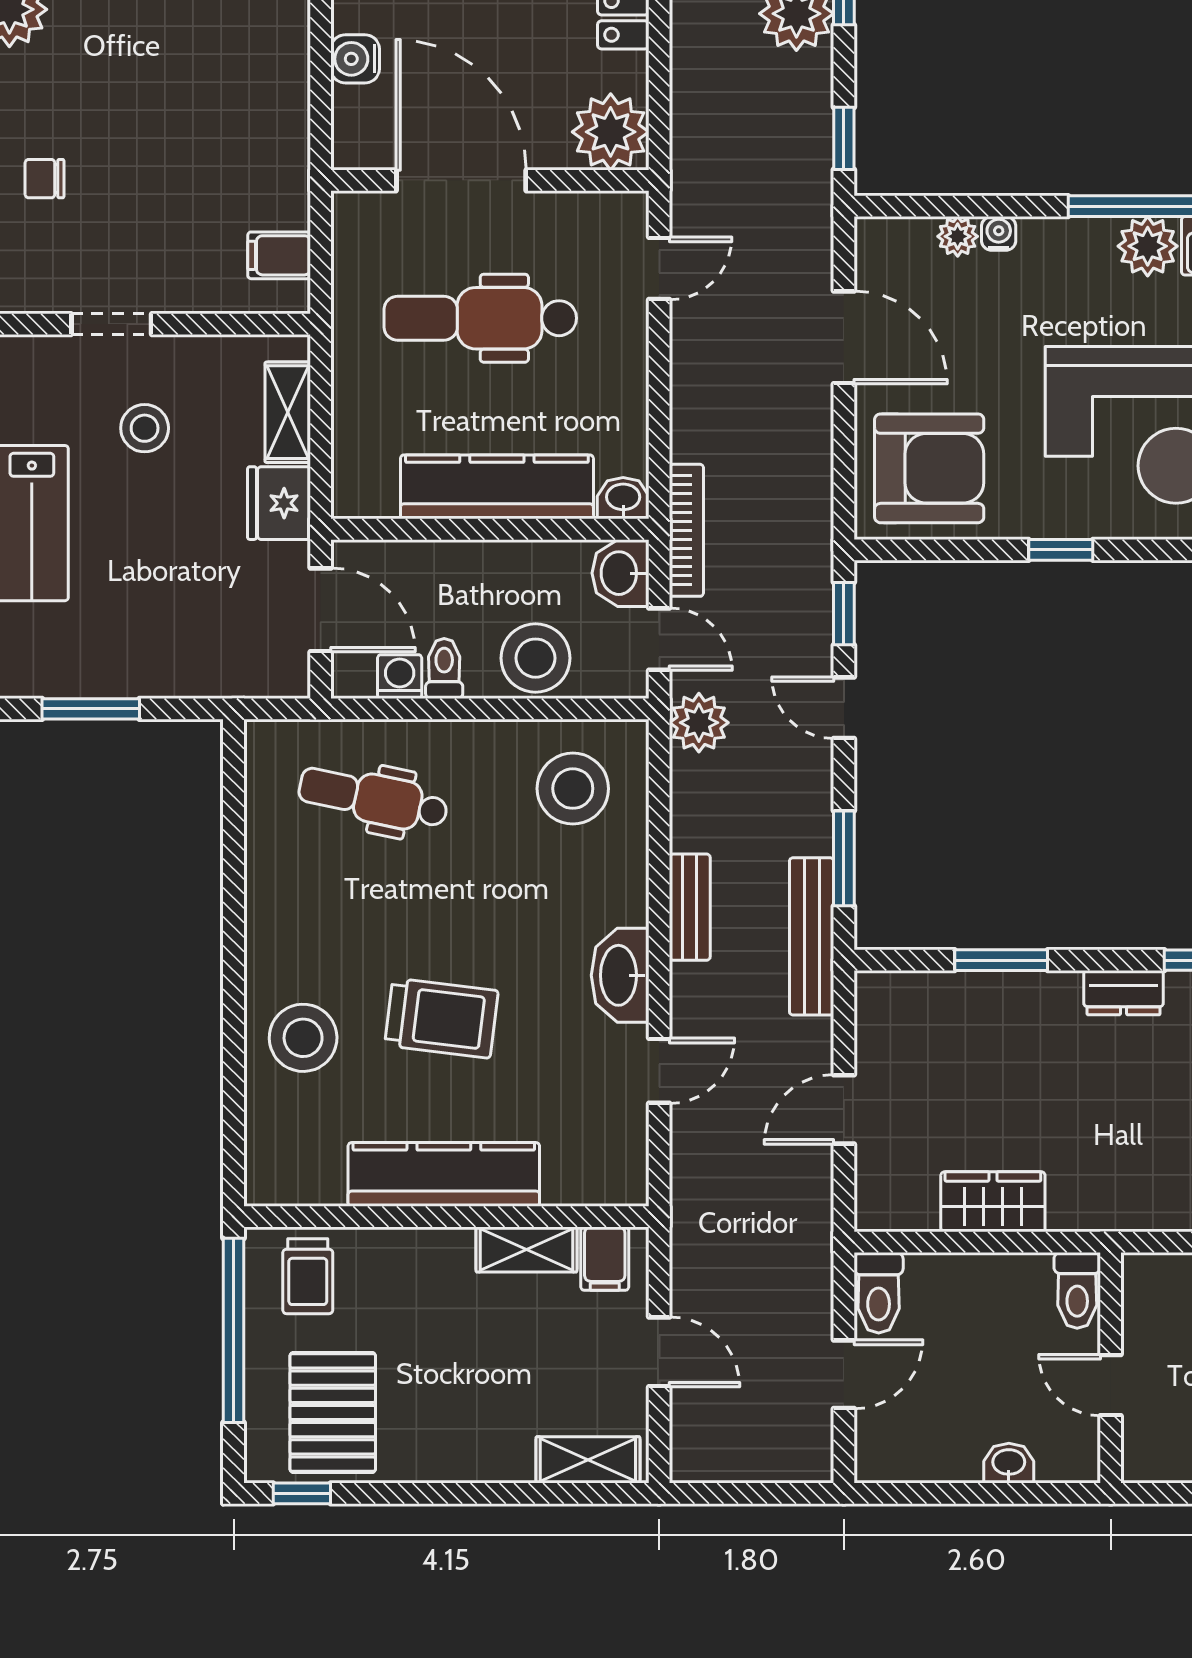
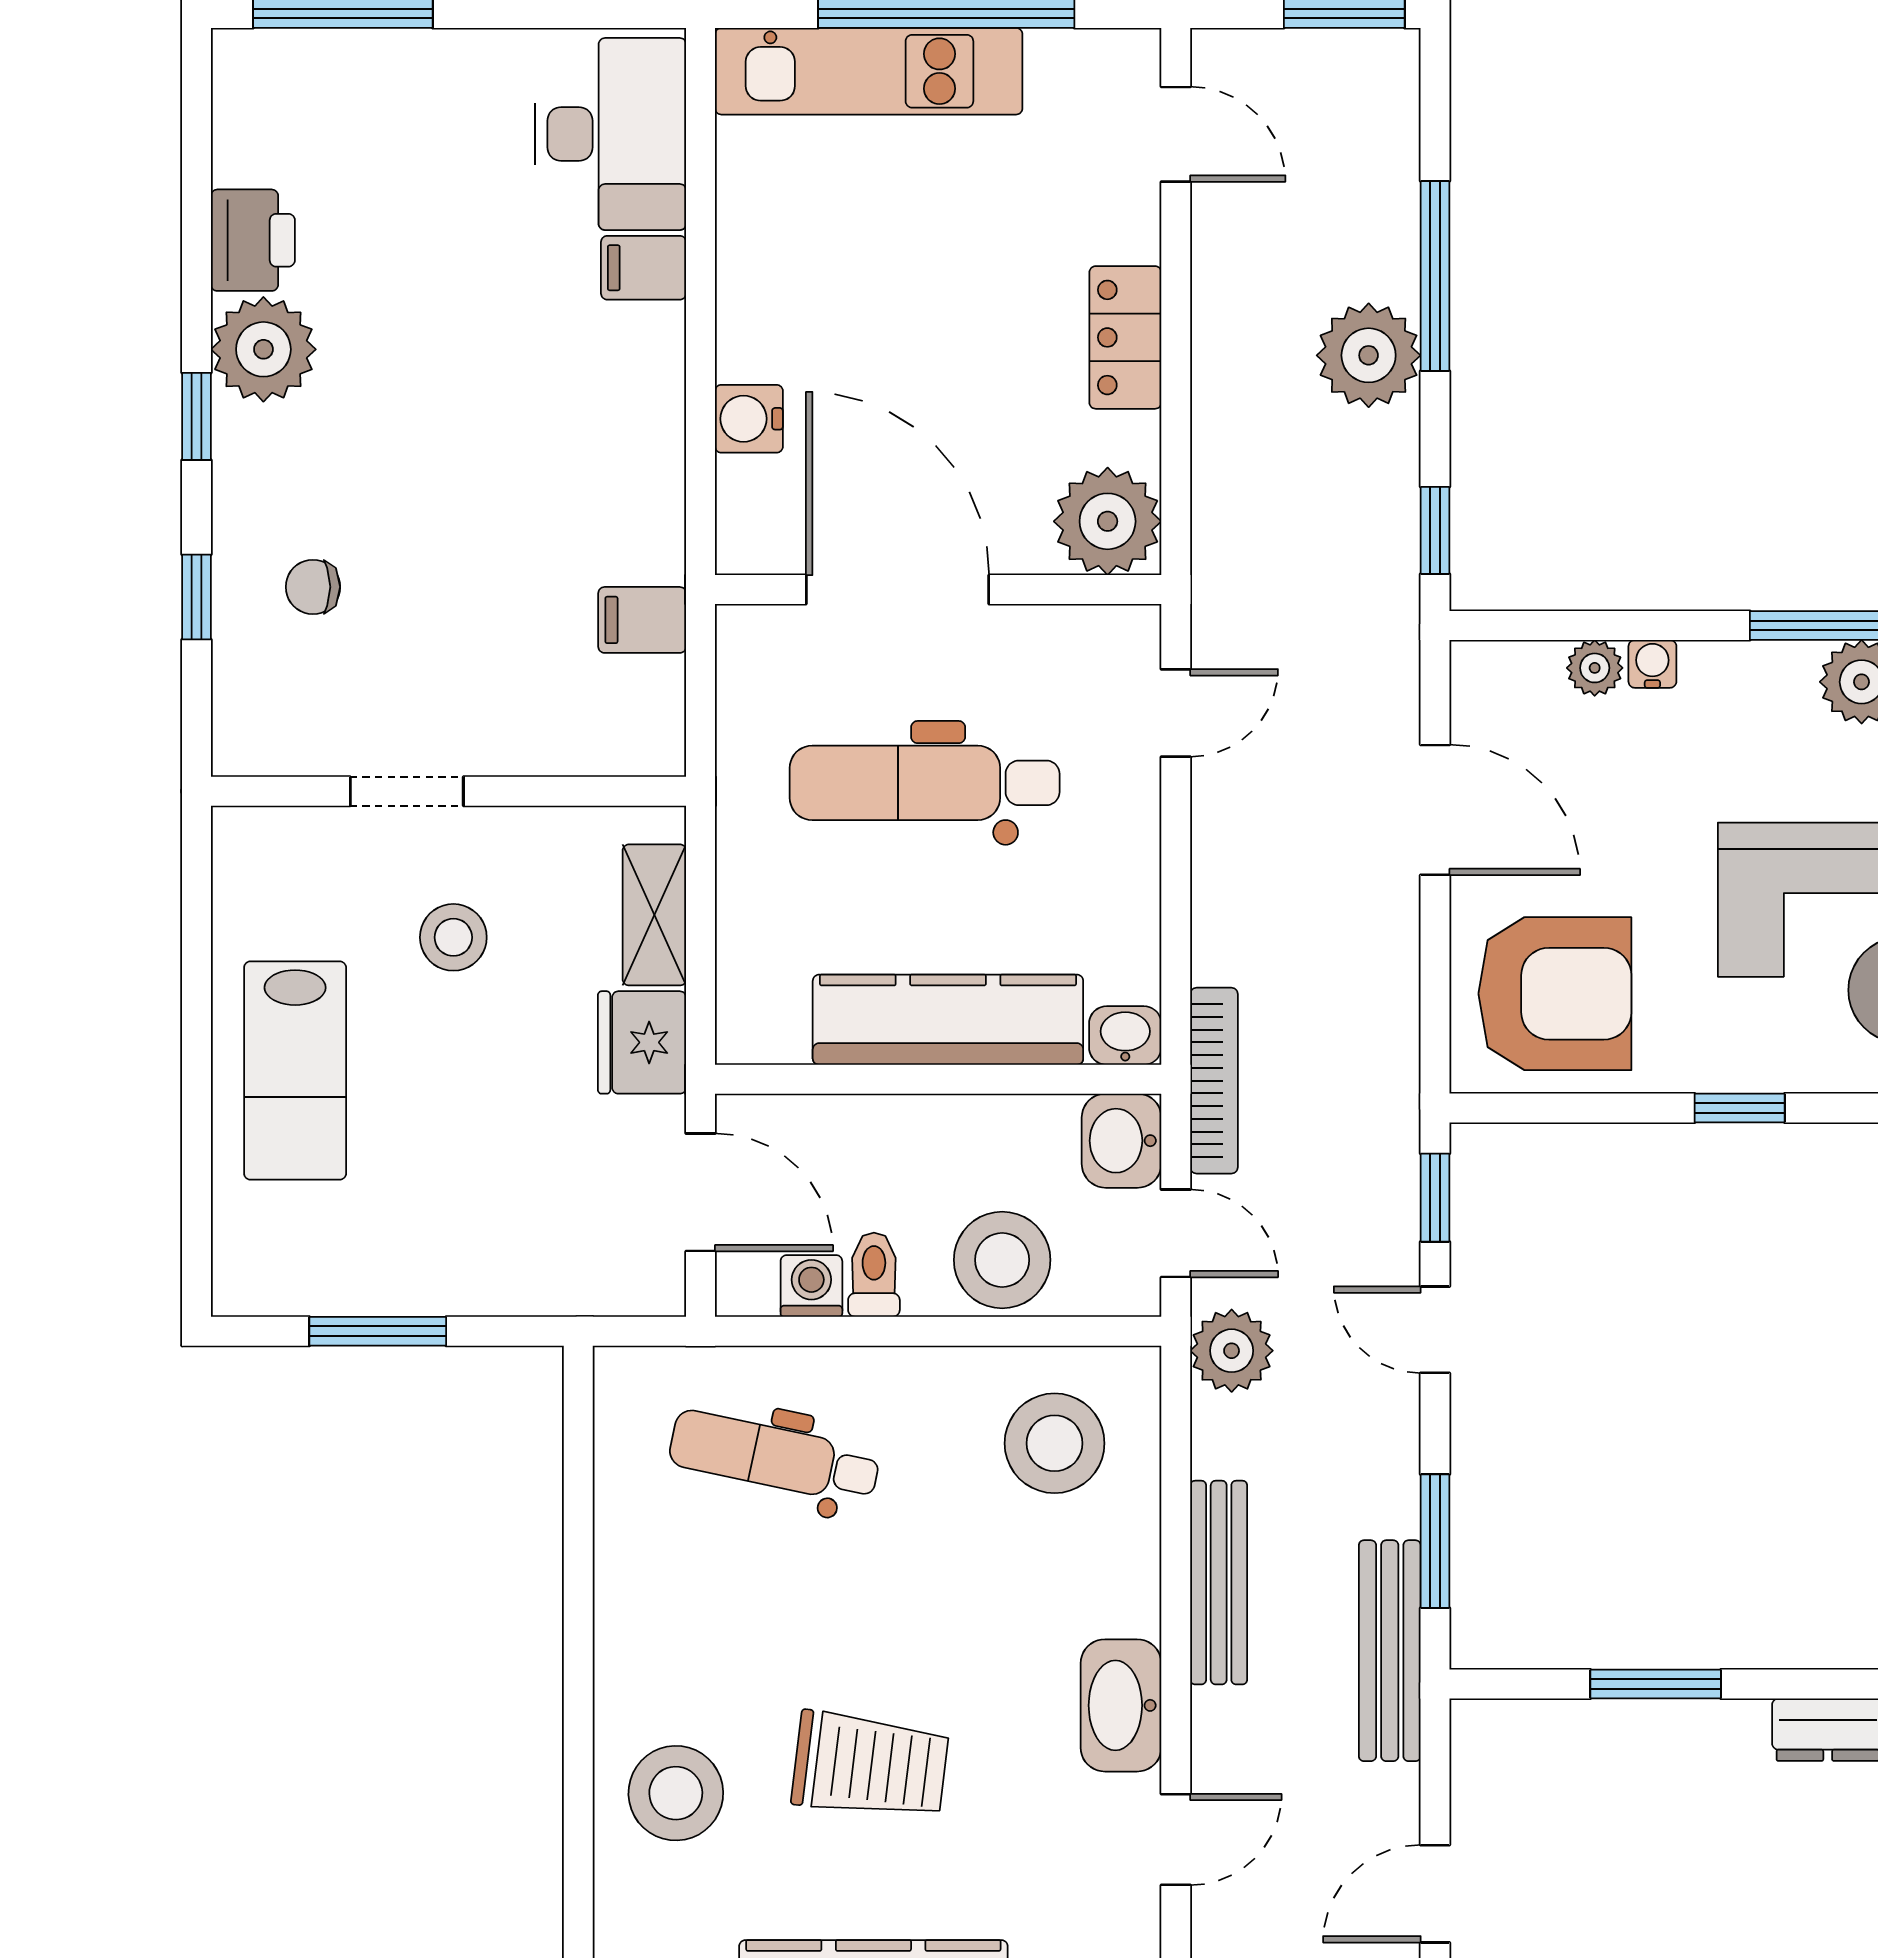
filing cabinet: (279, 255) -> (642, 620), moved
bench: (690, 907) -> (1219, 1583), width x1.36

